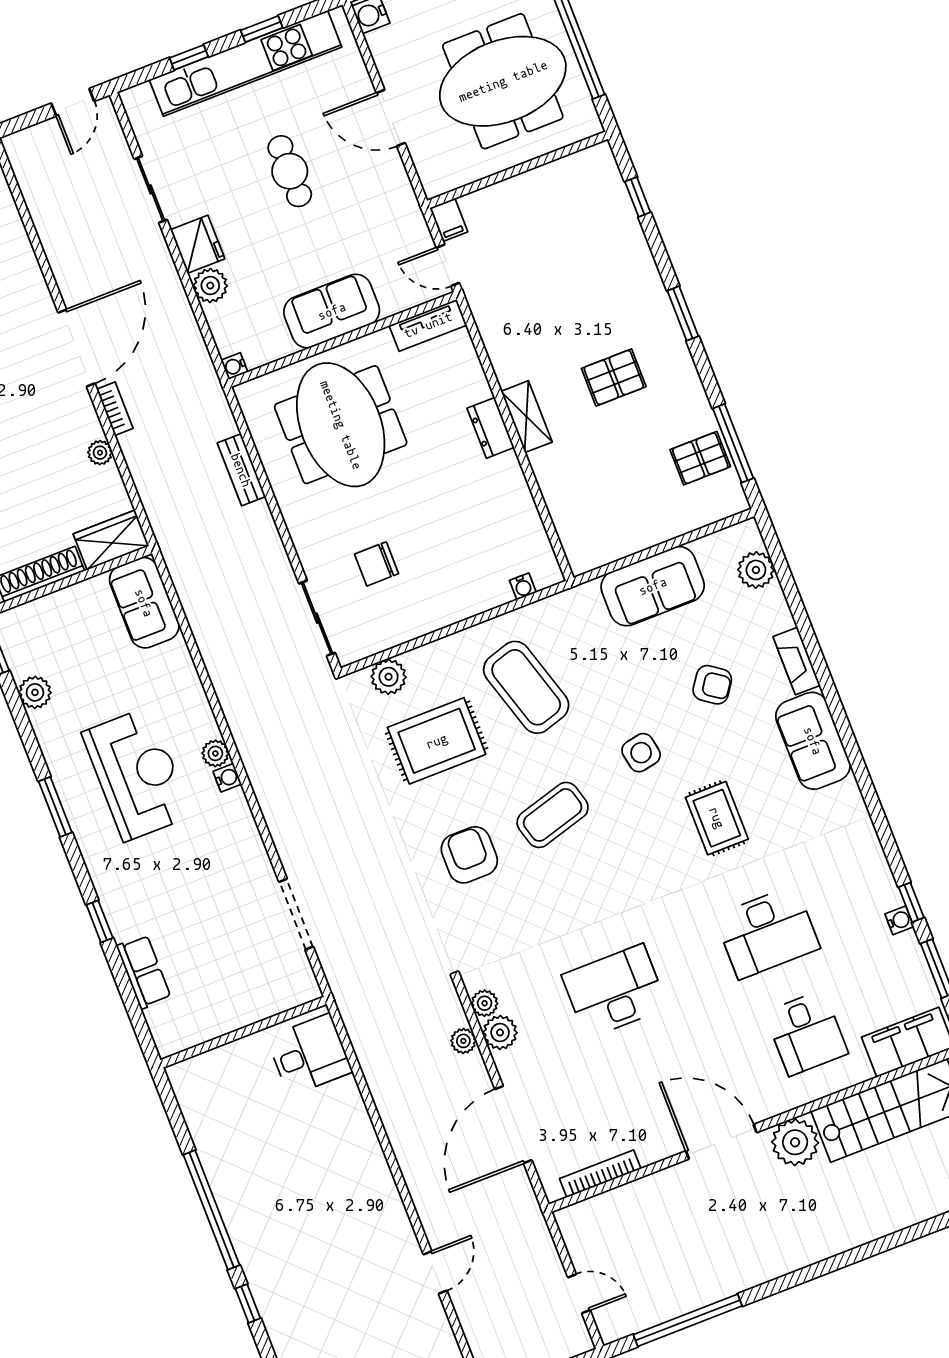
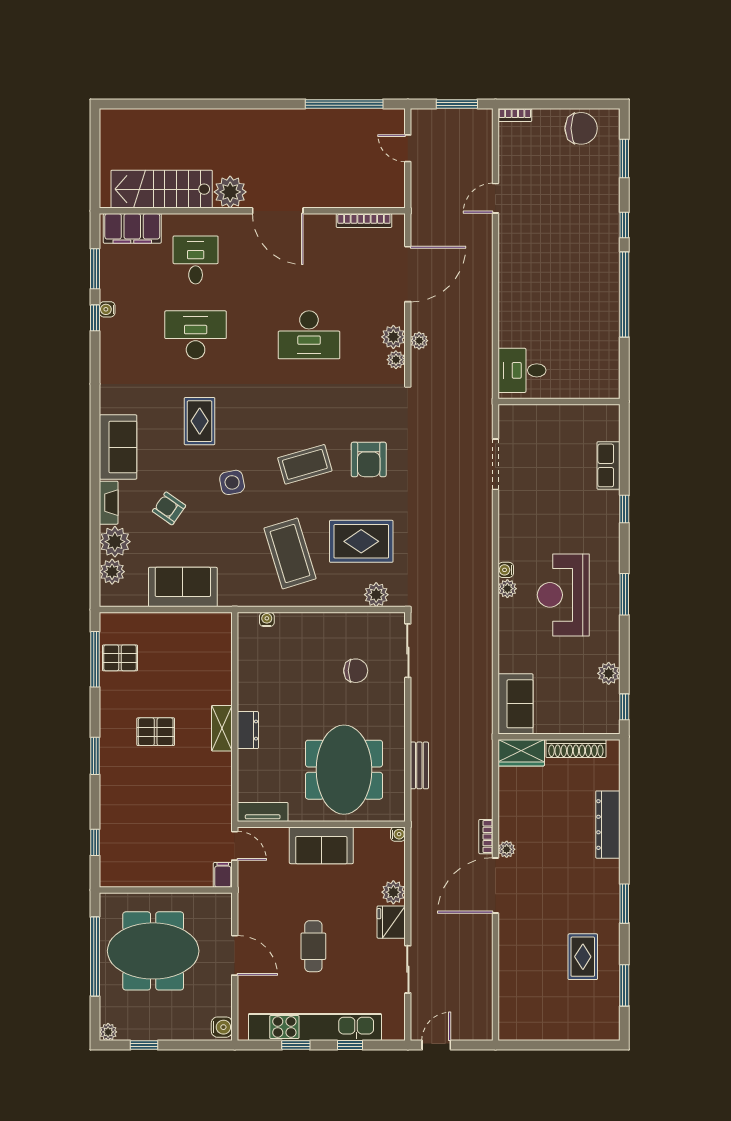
plant: (100, 453) -> (507, 849), moved
plant: (768, 612) -> (115, 542), added

